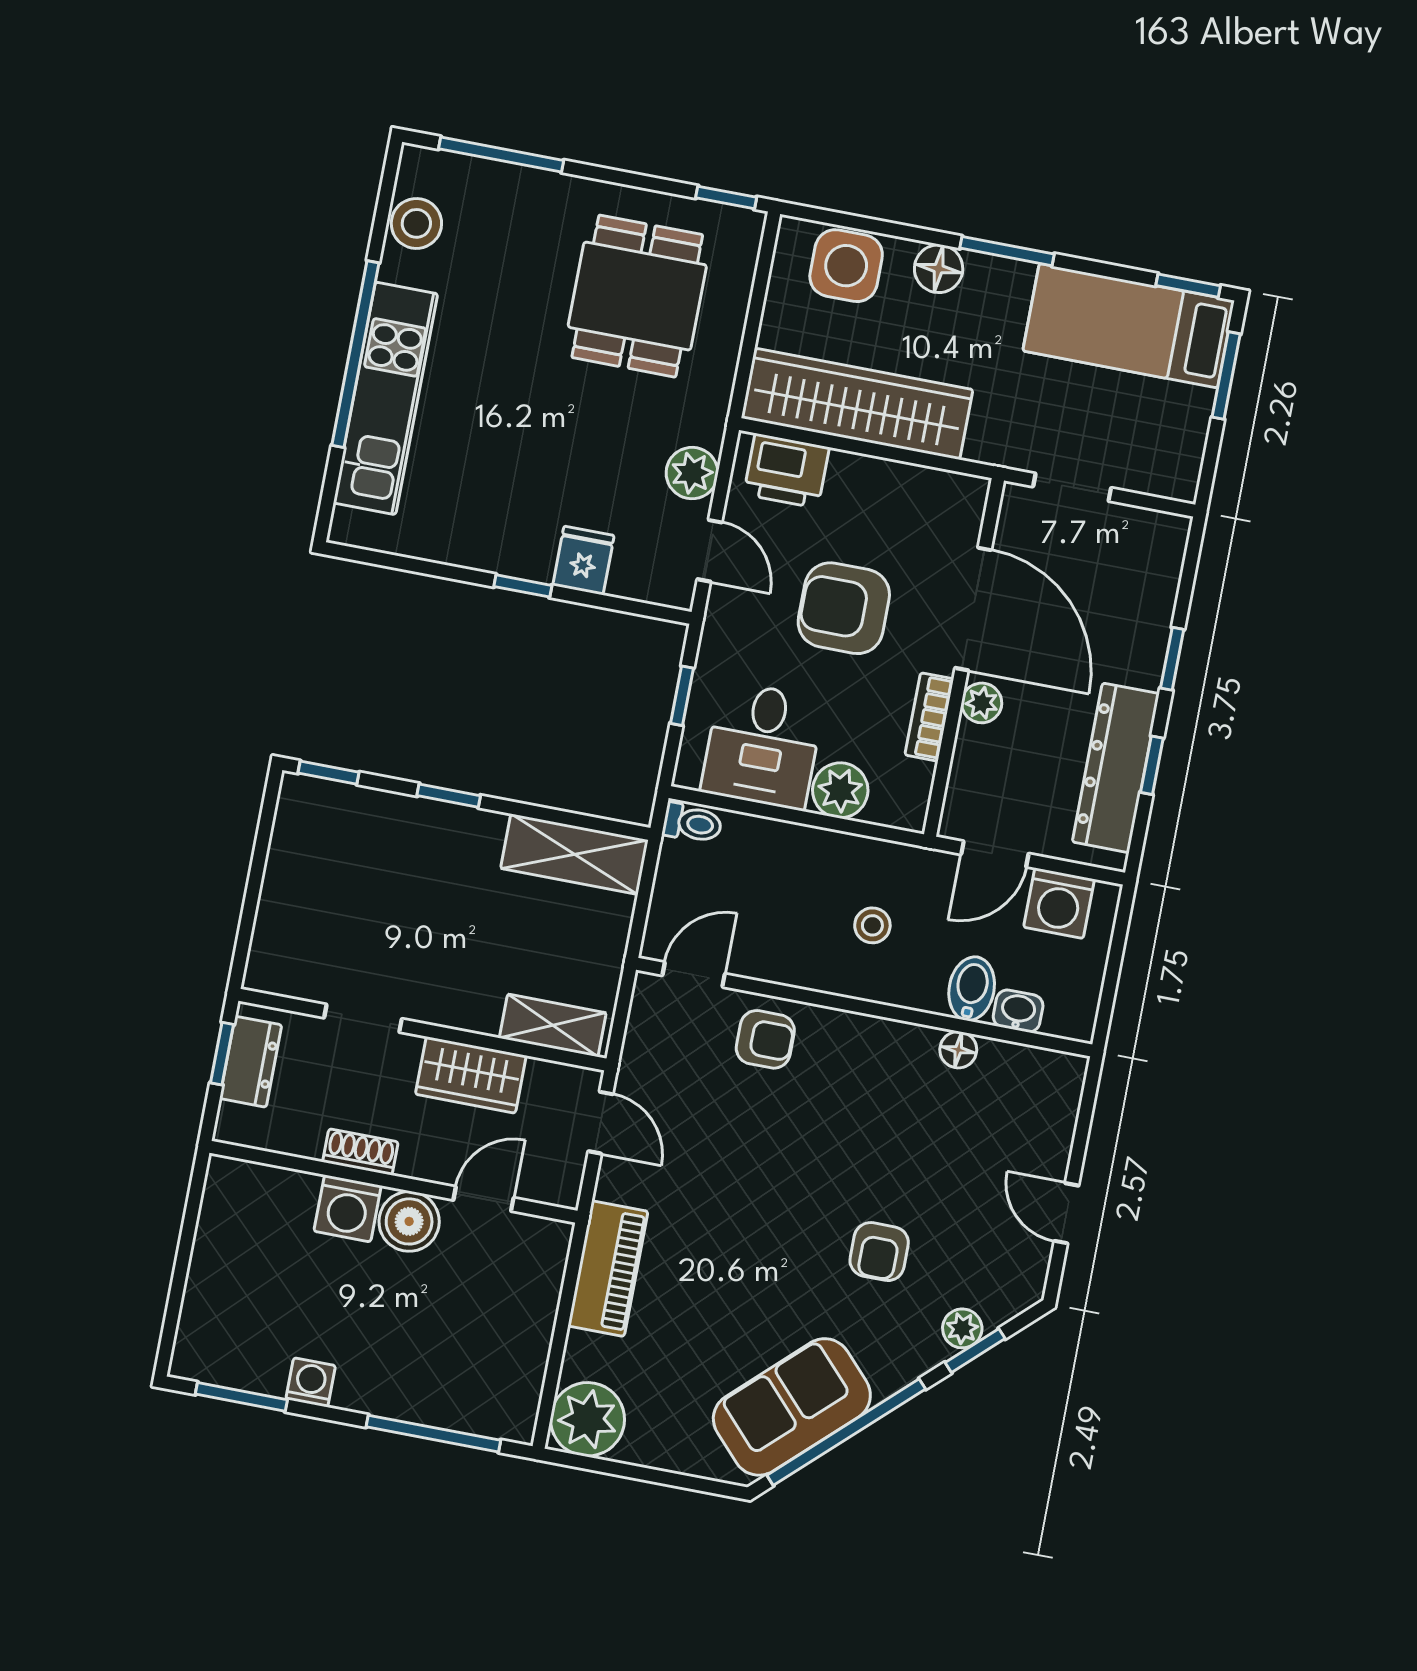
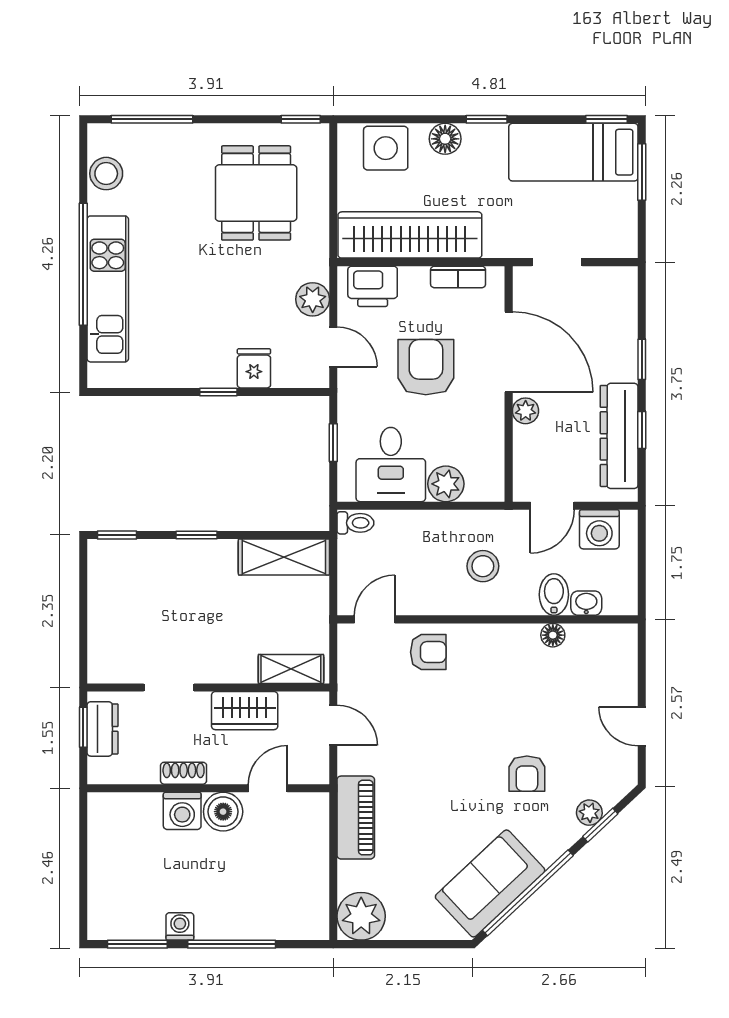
window: (1007, 251) -> (487, 119), width x0.67
armchair: (844, 608) -> (426, 367), turned 90
bookcase: (929, 717) -> (458, 277), moved, turned -90
stool: (872, 925) -> (483, 566), width x1.37, depth x1.37
window: (433, 1434) -> (232, 944), moved

